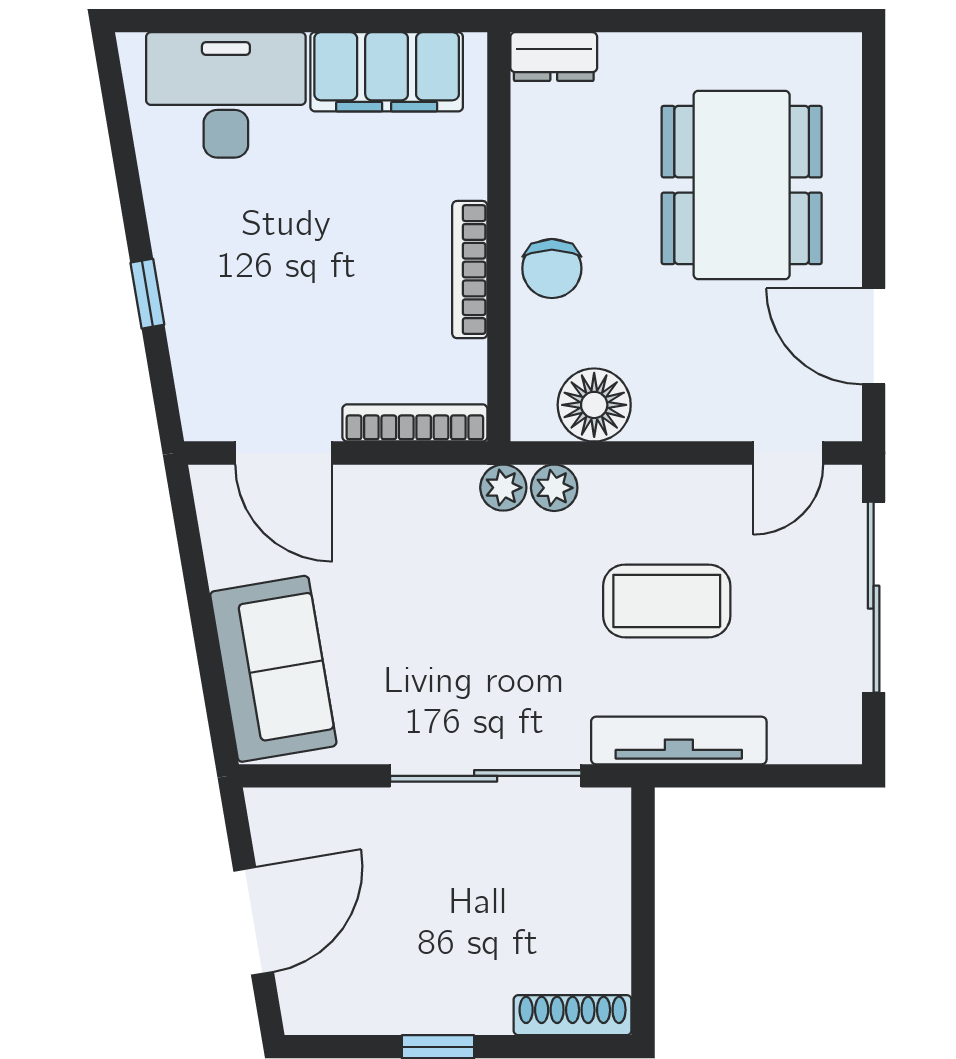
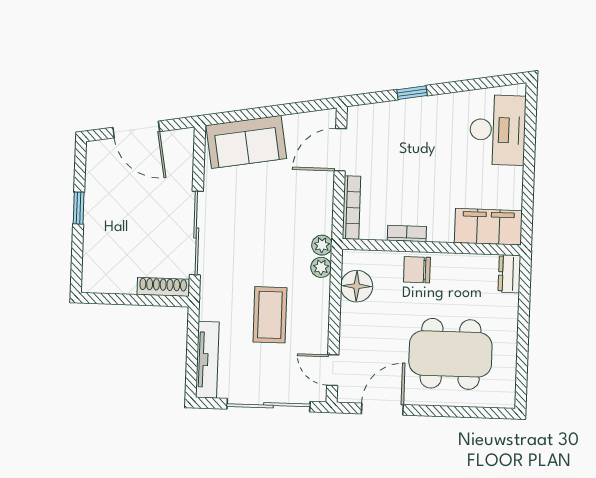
filing cabinet: (387, 72) -> (488, 227), moved, turned 90
bookcase: (470, 270) -> (407, 233), width x0.64
tv unit: (679, 740) -> (207, 360), moved
shoe rack: (573, 1015) -> (163, 287), moved, turned -90

